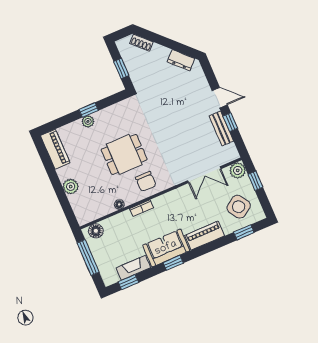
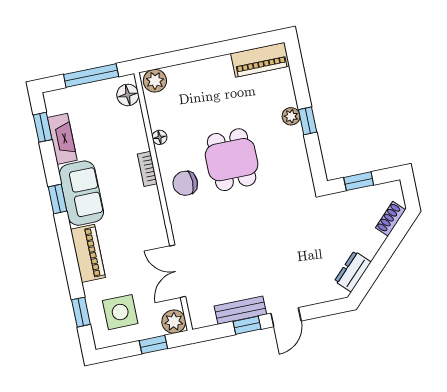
plant: (71, 187) -> (155, 81), moved
side table: (239, 207) -> (120, 312), turned 34

